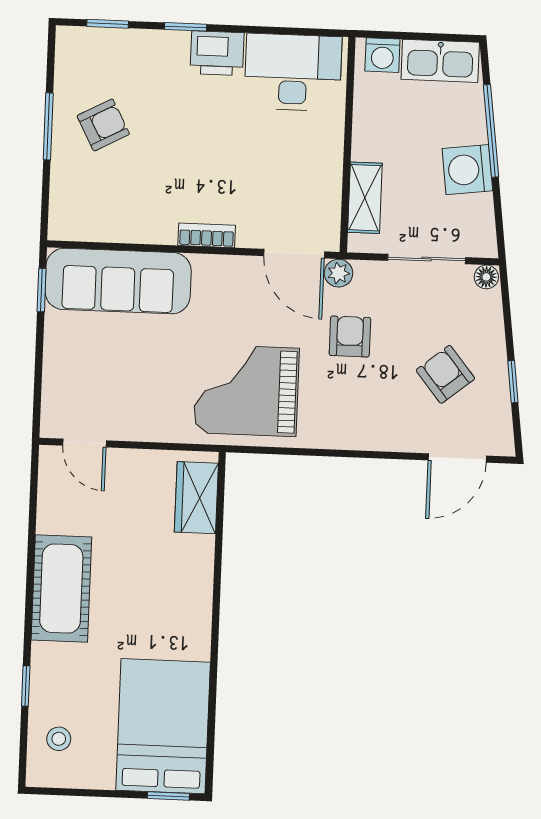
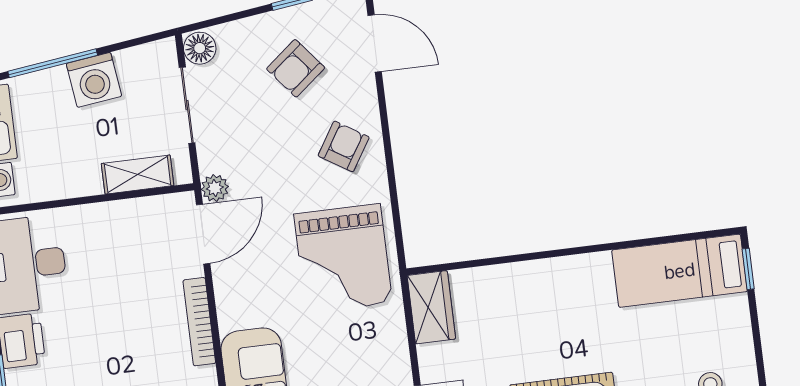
bookcase: (207, 235) -> (199, 322), width x1.56
floor lamp: (486, 277) -> (200, 48), width x1.37, depth x1.37
armchair: (350, 336) -> (344, 146), moved, turned 122
wardrobe: (196, 498) -> (431, 307), moved, turned -90
bed: (163, 726) -> (680, 271), width x0.67

